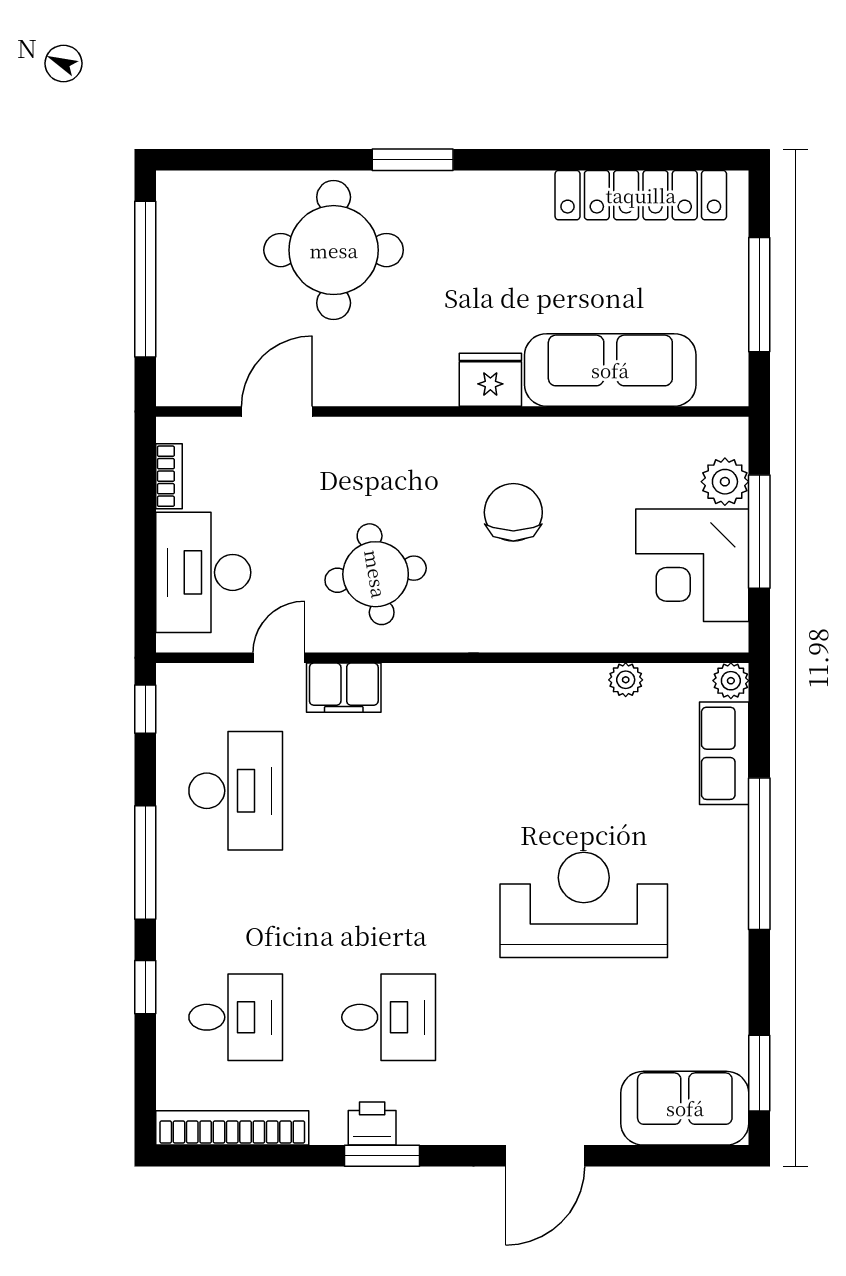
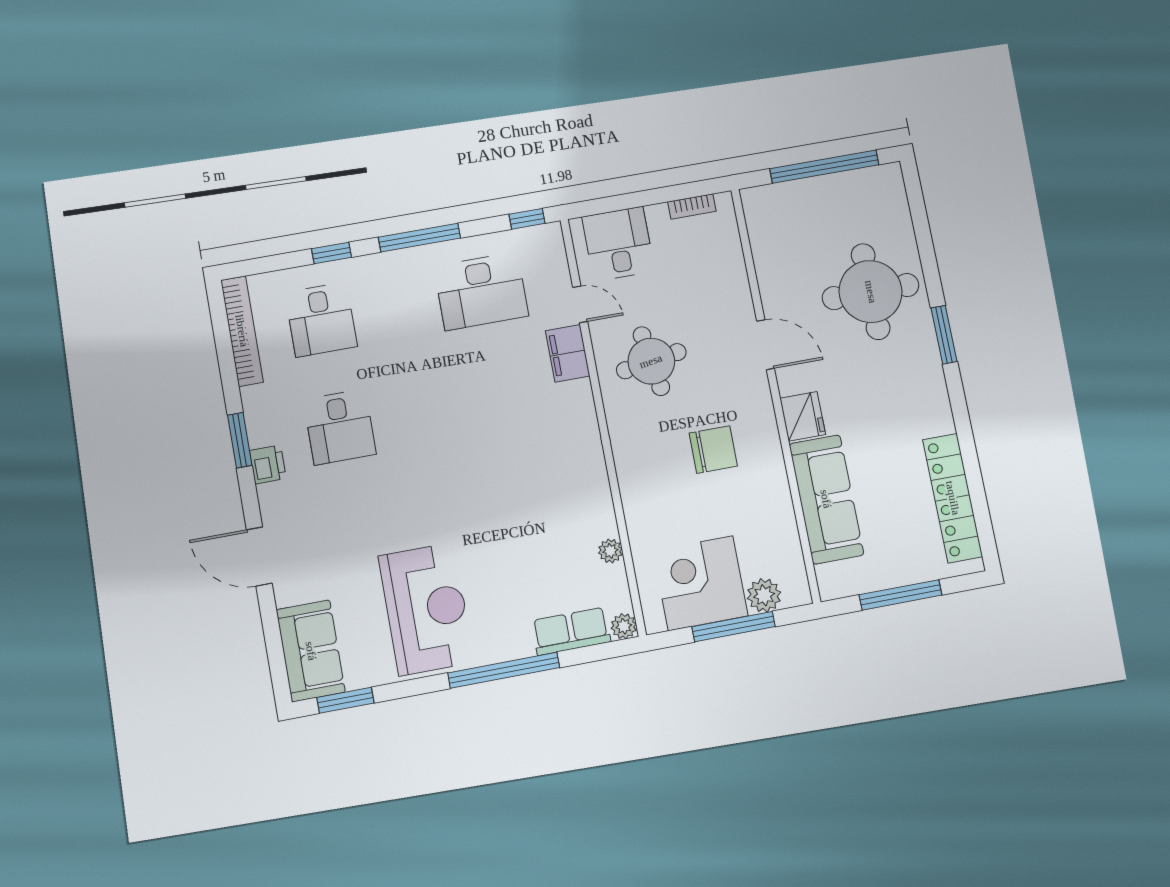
door: (277, 411) -> (766, 345), moved
desk: (203, 572) -> (618, 244), width x0.73
reception desk: (584, 905) -> (426, 609), moved
printer: (372, 1123) -> (268, 464), moved

